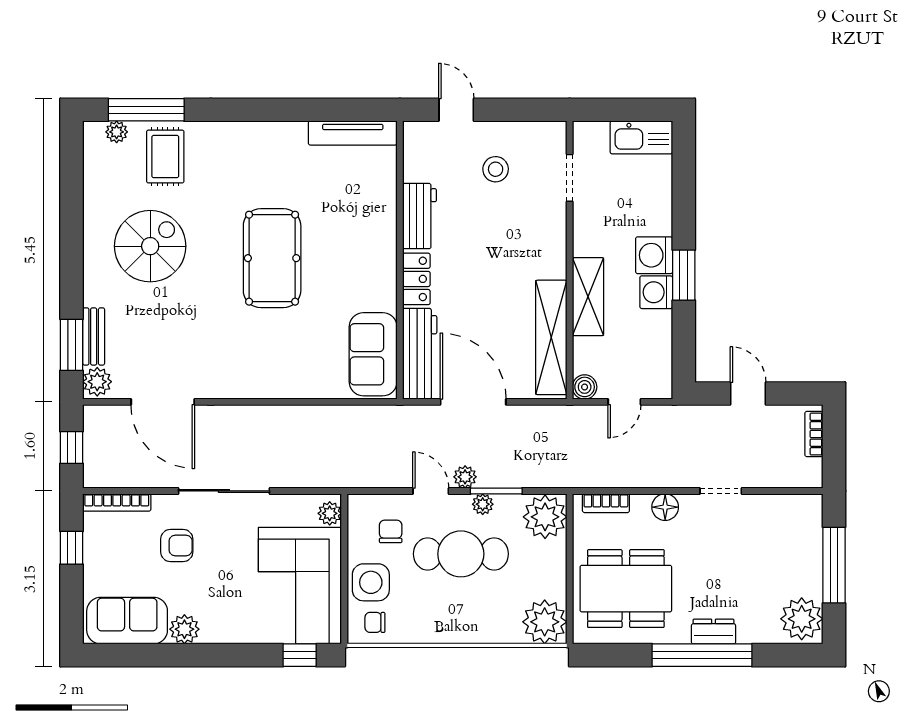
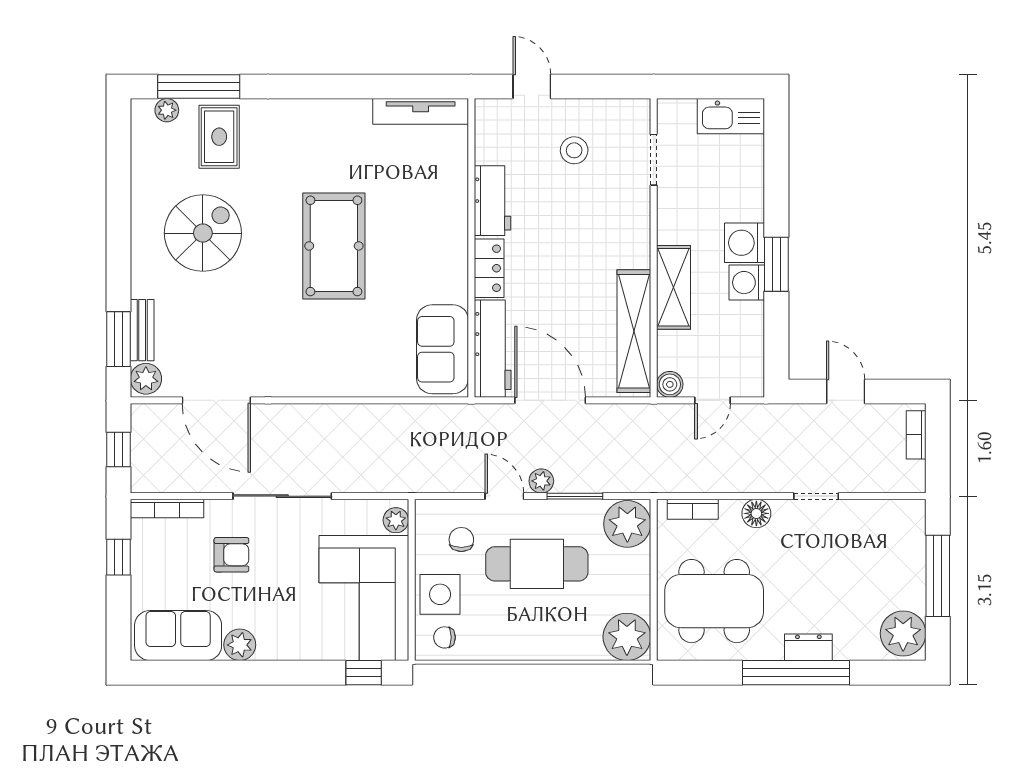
plant: (483, 504) -> (560, 510), removed

